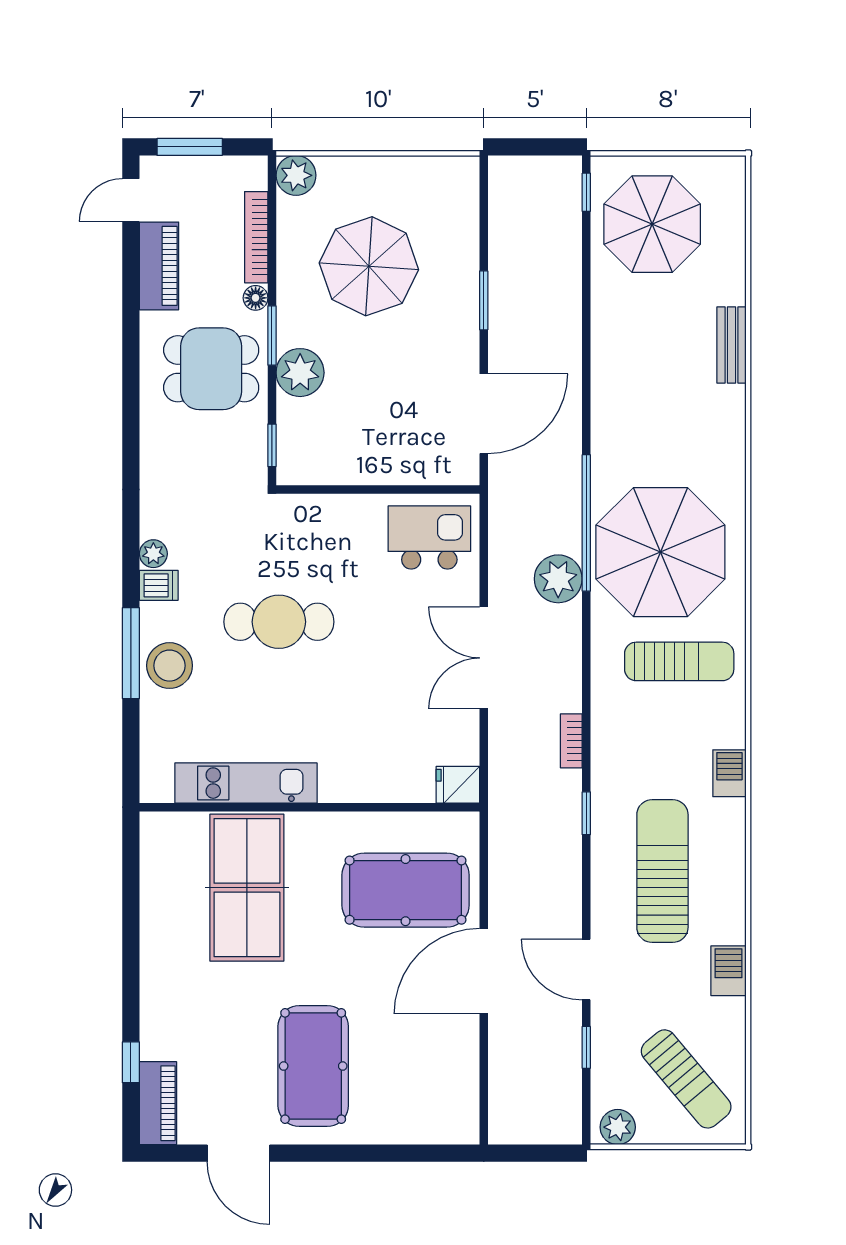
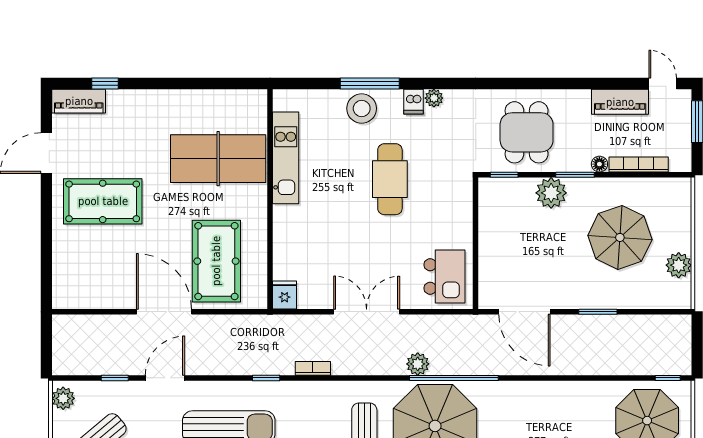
plant: (296, 175) -> (679, 265), moved
dining table: (211, 369) -> (527, 132), moved
plant: (558, 579) -> (418, 364), width x0.73, depth x0.73

